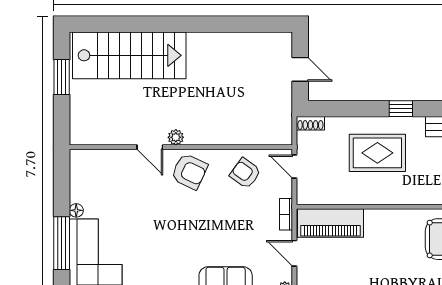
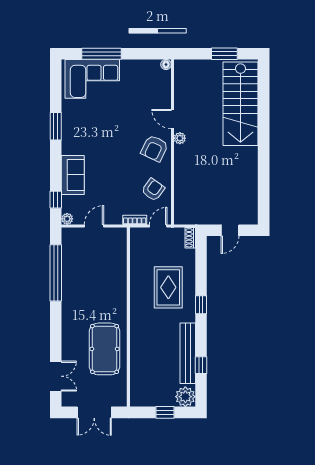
door: (150, 147) -> (173, 119), hinge flipped
floor lamp: (76, 210) -> (166, 65), moved
bookcase: (286, 214) -> (135, 220), moved
piano: (330, 223) -> (116, 253), removed

